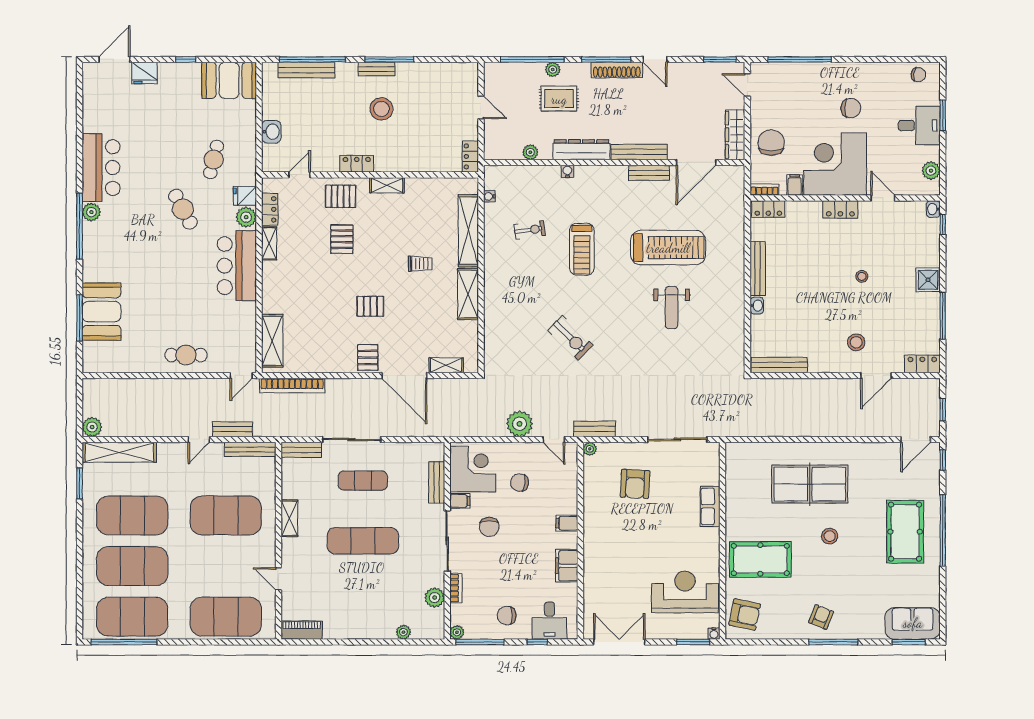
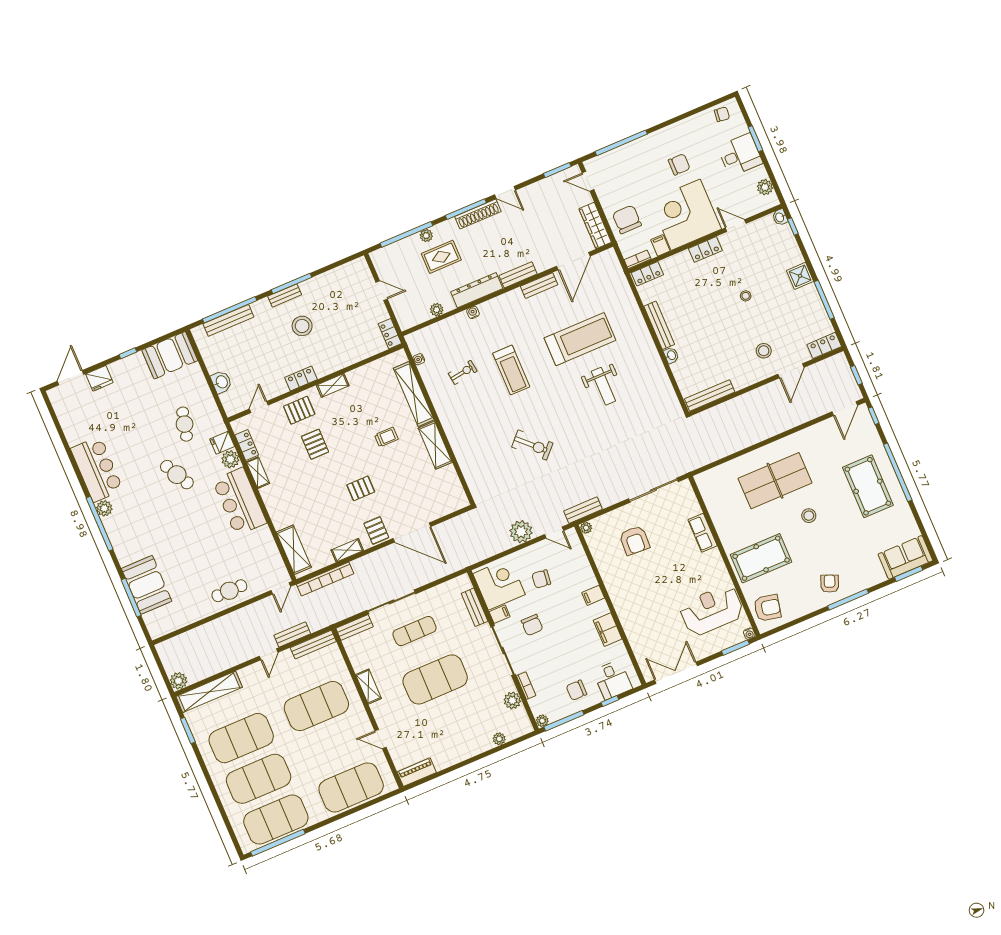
bench: (639, 152) -> (518, 275), width x0.73
shelving: (446, 365) -> (347, 550), moved
exercise mat: (363, 541) -> (435, 679), width x1.47

